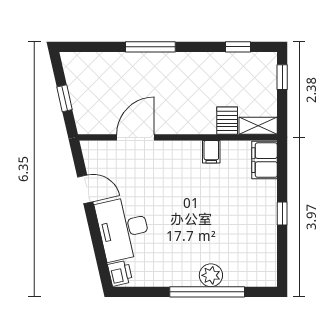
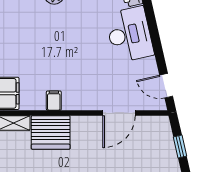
server rack: (227, 121) -> (51, 132), width x2.18, depth x1.44
door: (85, 189) -> (166, 86), moved

